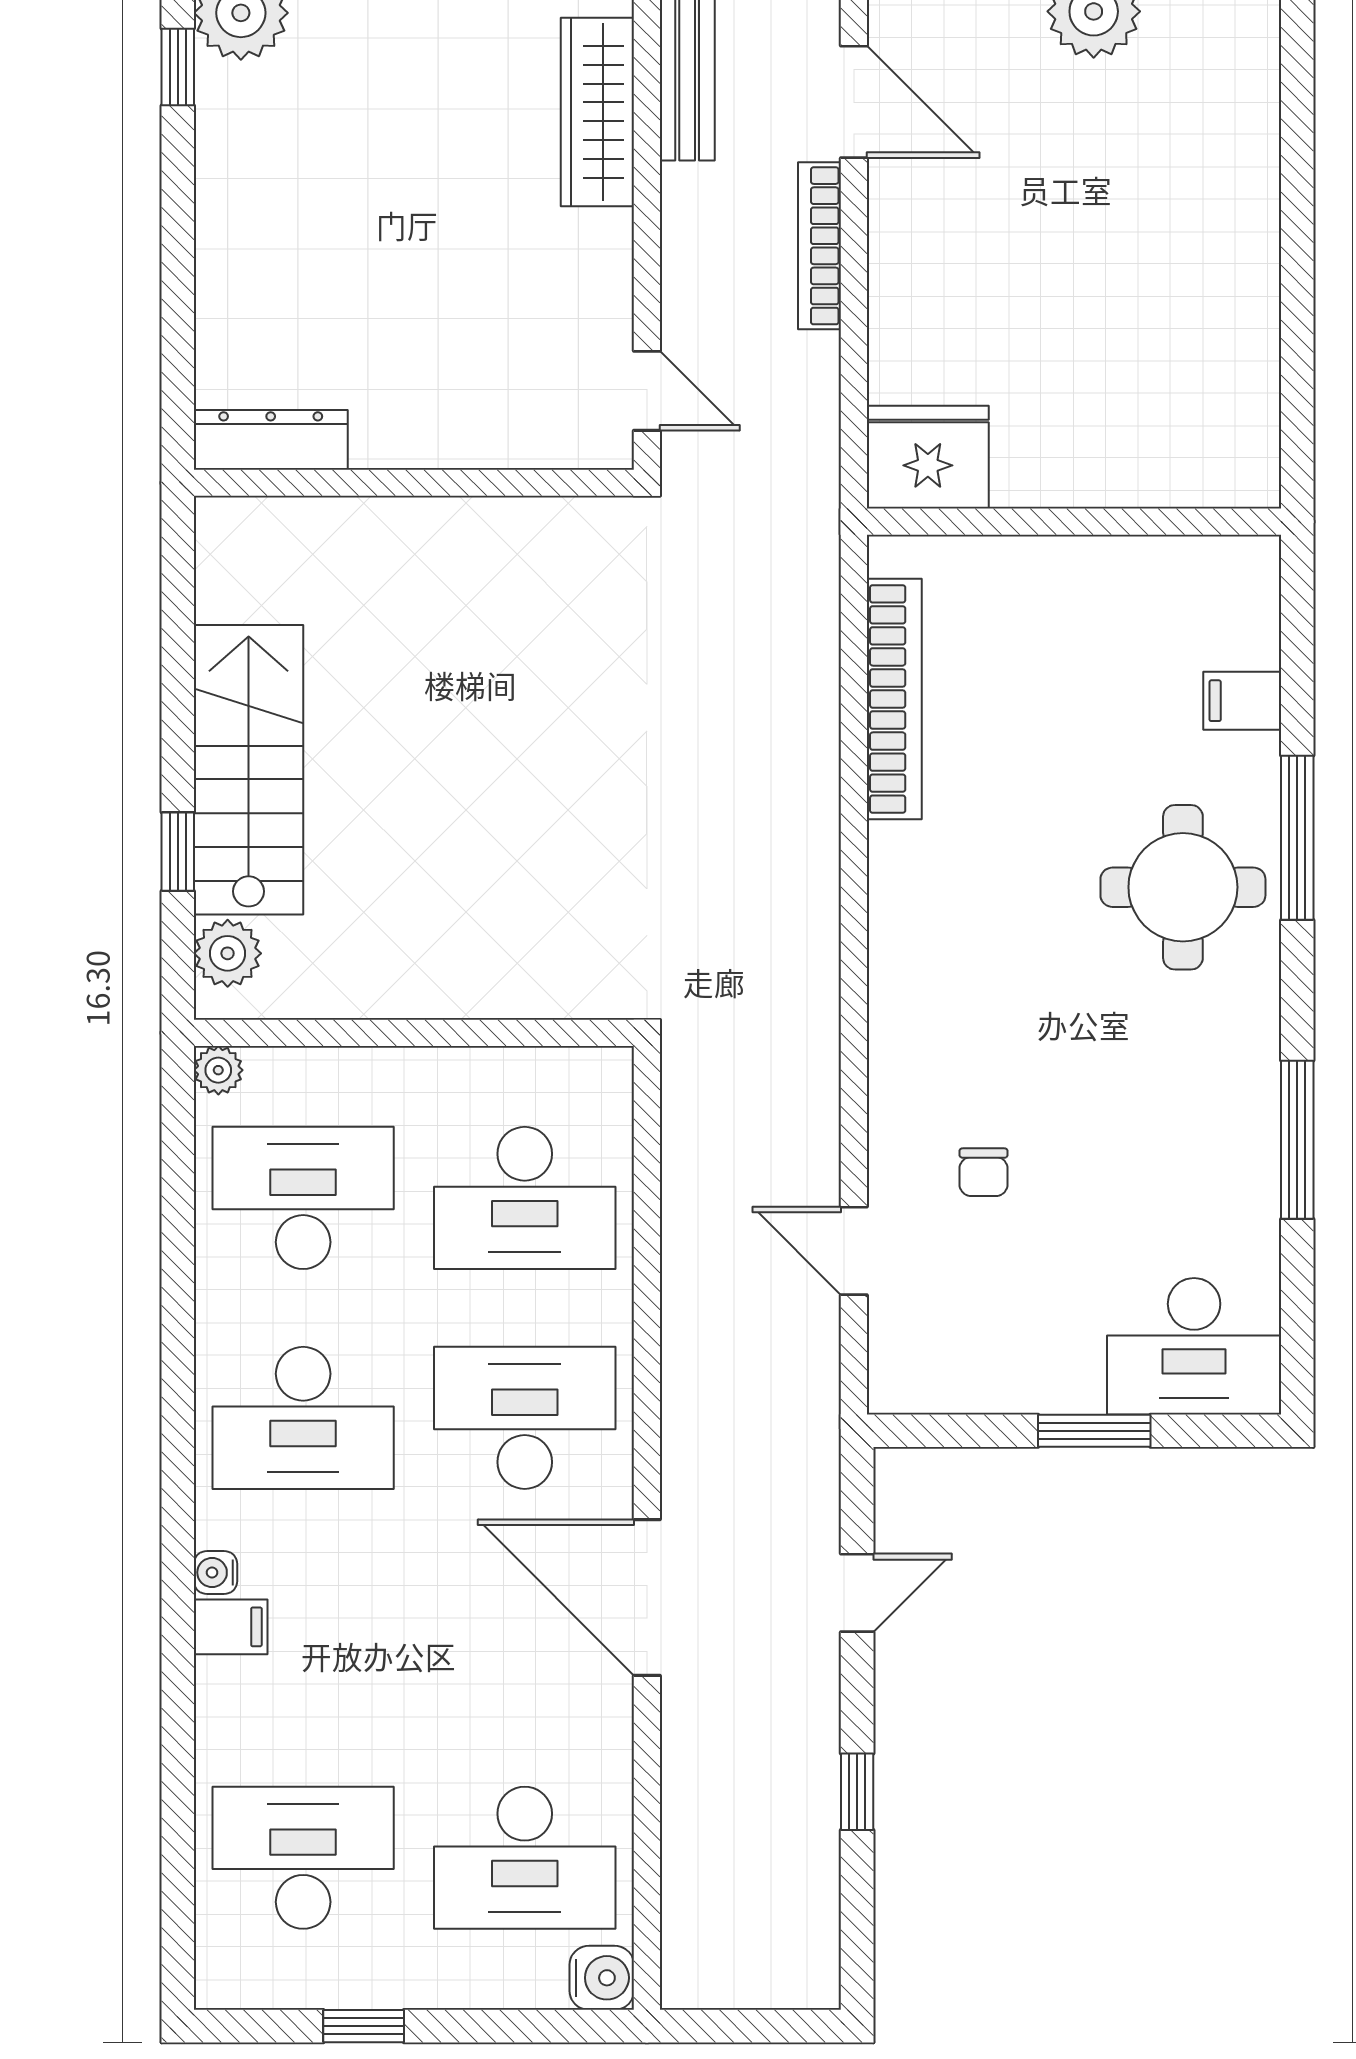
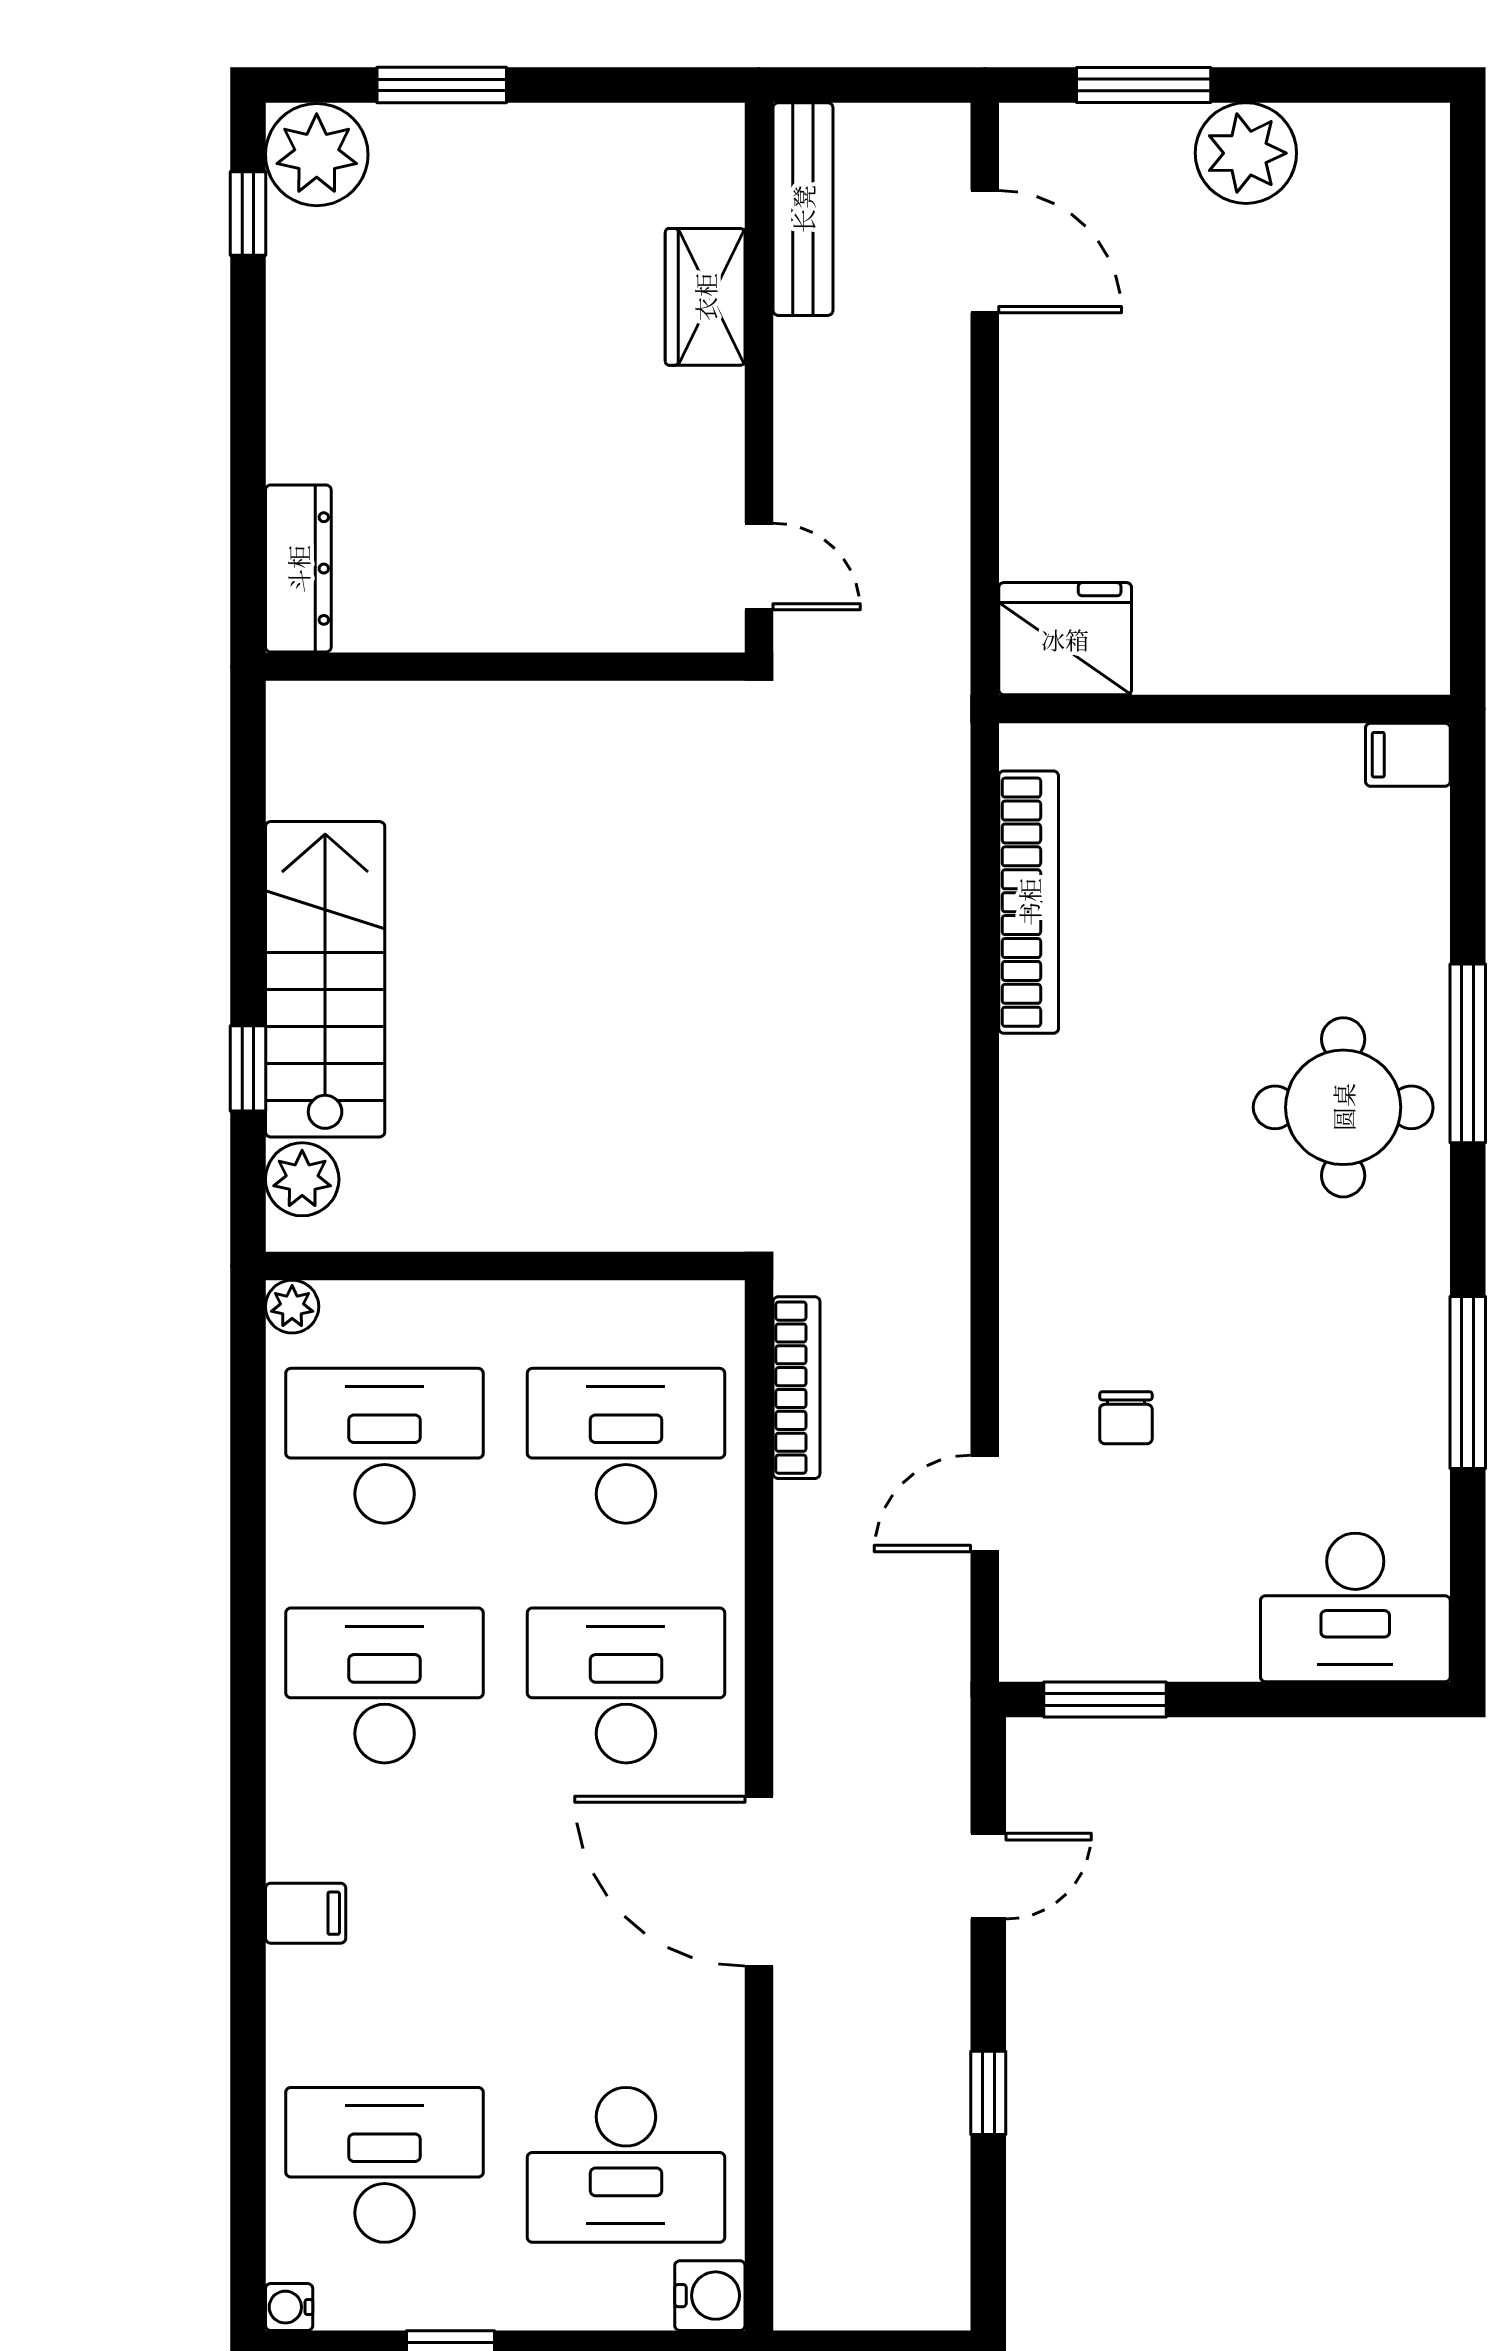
wardrobe: (597, 112) -> (705, 297), width x0.67
bookcase: (820, 246) -> (796, 1388), moved, turned 180
dresser: (271, 440) -> (298, 569), moved, turned 90
filing cabinet: (1242, 701) -> (1408, 755), moved
desk: (525, 1198) -> (626, 1446), turned 180
door: (854, 1251) -> (985, 1503), hinge flipped
desk: (303, 1418) -> (385, 1685), turned 180
window: (1094, 1431) -> (1105, 1700), moved
water cooler: (216, 1572) -> (289, 2307), moved

